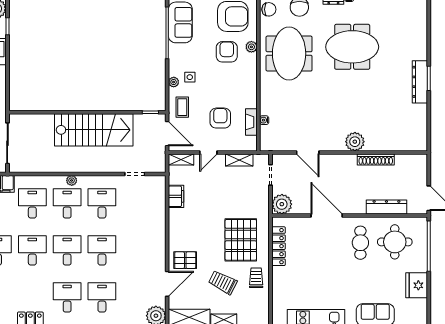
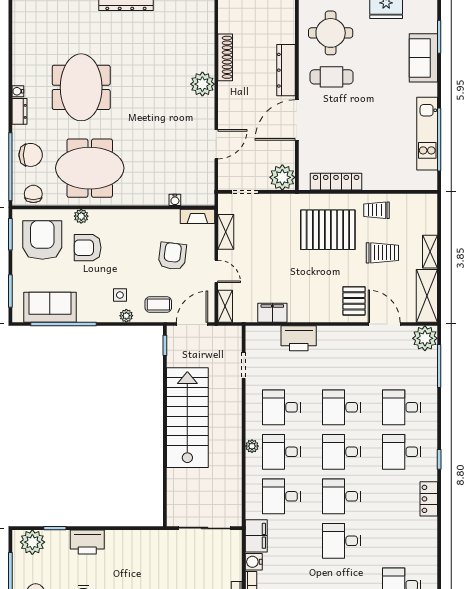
armchair: (220, 118) -> (172, 256), turned 97
fireplace: (251, 122) -> (197, 216), moved
dresser: (386, 207) -> (286, 70), moved
printer: (156, 217) -> (299, 338), added
trolley: (223, 282) -> (382, 253), turned -117

